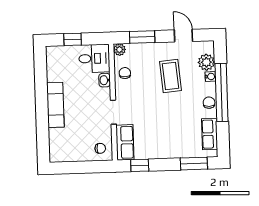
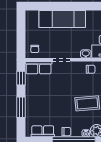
exam couch: (55, 105) -> (62, 19), width x1.36, depth x1.45
window: (194, 164) -> (21, 107), moved

